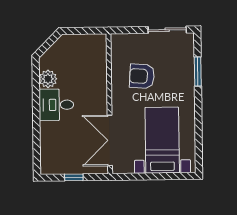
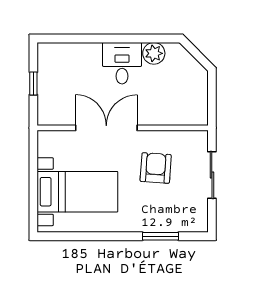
sliding door: (167, 30) -> (212, 175), moved
double door: (110, 140) -> (106, 128), moved

